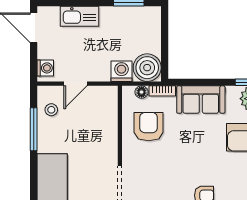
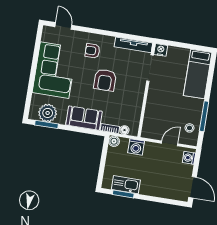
kitchen sink: (80, 16) -> (126, 185), moved
boiler: (147, 68) -> (114, 141), width x0.54, depth x0.54
armchair: (149, 127) -> (105, 80), moved

